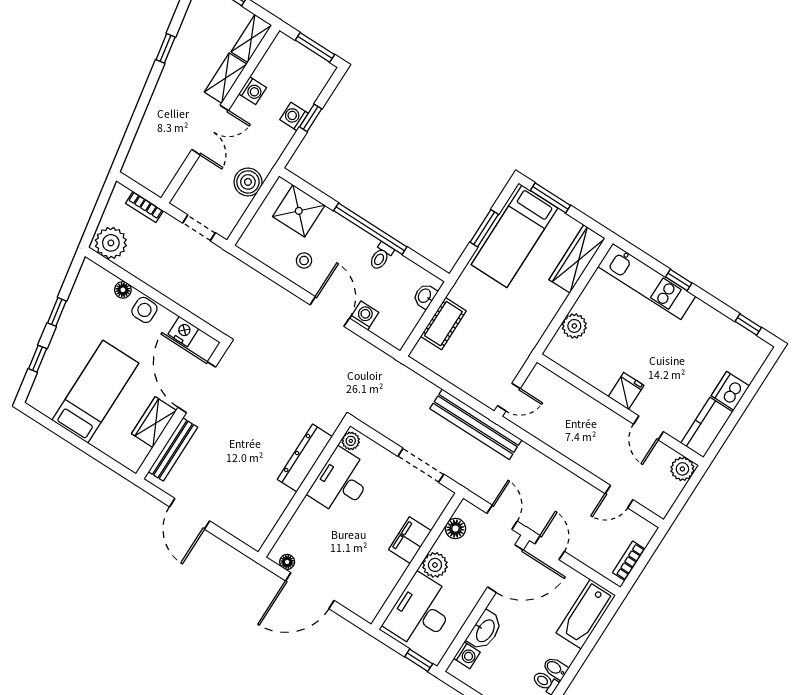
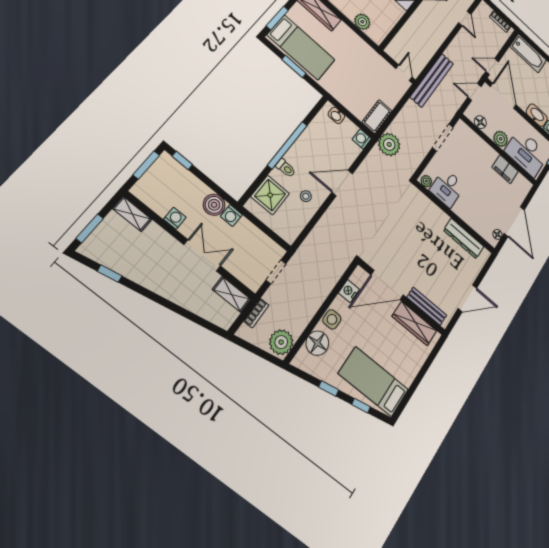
window: (166, 48) -> (110, 274), moved
shelving: (226, 78) -> (232, 294), moved
washing machine: (294, 117) -> (231, 216), moved
window: (311, 118) -> (182, 160), moved
boiler: (248, 182) -> (214, 205), moved
toilet: (381, 256) -> (286, 168), moved
floor lamp: (123, 290) -> (317, 343), width x1.89, depth x1.89
washing machine: (364, 316) -> (362, 139), moved
cot: (443, 324) -> (377, 117), moved, turned 90
plant: (396, 379) -> (389, 144), added
bed: (95, 392) -> (373, 382), moved
wardrobe: (154, 422) -> (414, 324), width x1.50
bench: (476, 424) -> (432, 80), moved
dresser: (305, 458) -> (464, 238), moved
desk: (341, 482) -> (447, 188), width x0.73
filing cabinet: (410, 540) -> (505, 169), moved

